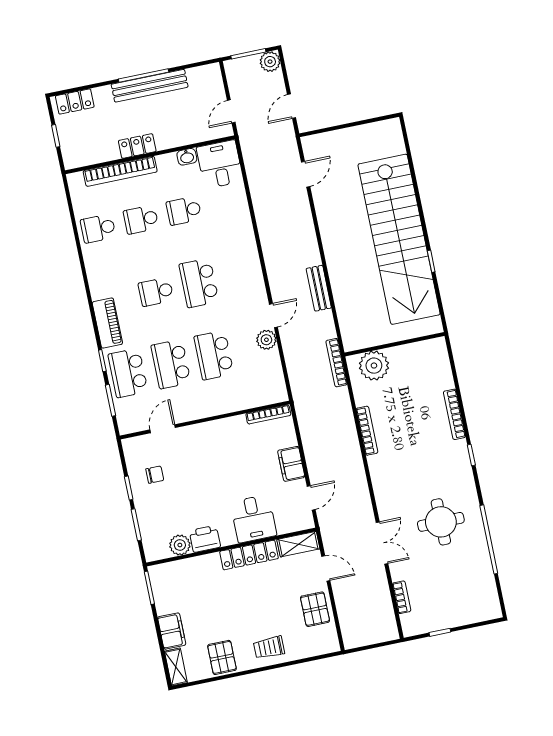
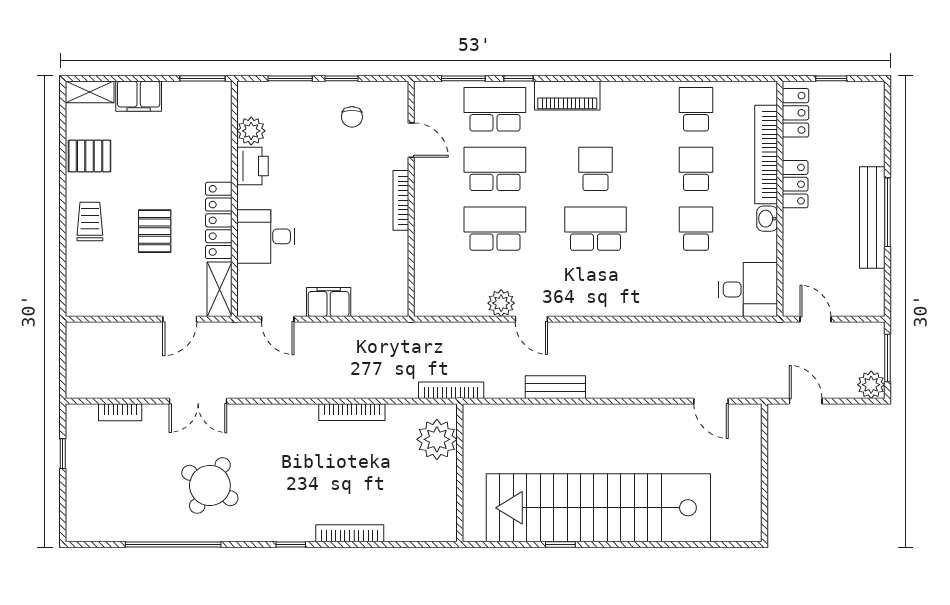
locker: (75, 101) -> (795, 113), moved, turned 180
washbasin: (187, 157) -> (767, 219), moved
bookcase: (268, 414) -> (401, 200), moved
round table: (441, 522) -> (210, 485), turned 32
pallet: (315, 609) -> (155, 231), moved, turned 90

